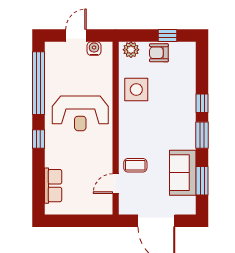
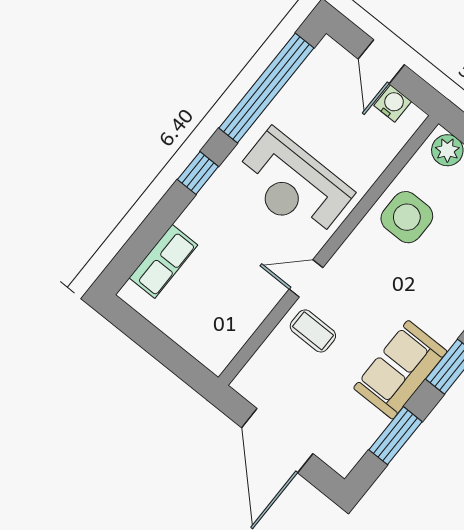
door: (76, 35) -> (381, 62), swing flipped
sofa: (183, 173) -> (400, 370), moved
door: (116, 184) -> (306, 278), moved

